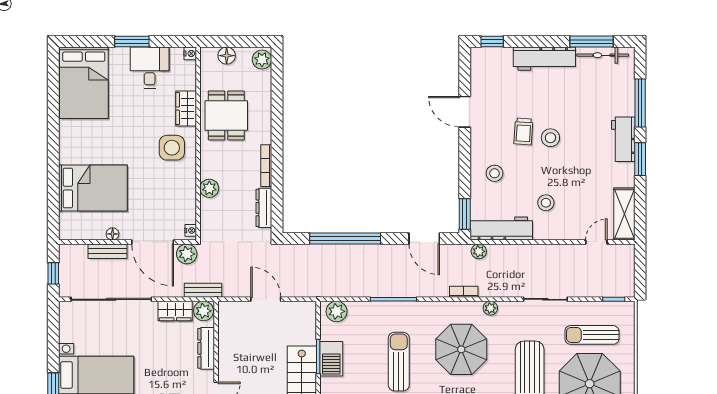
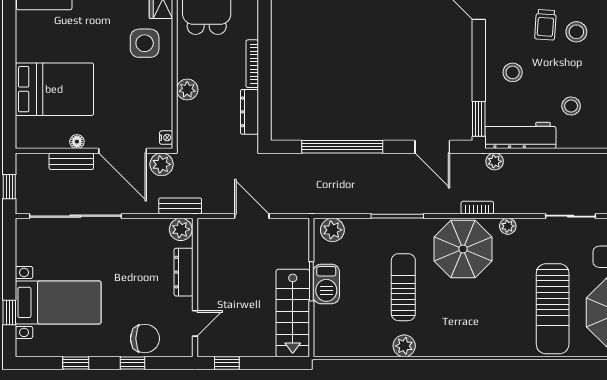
wardrobe: (175, 311) -> (148, 229), removed
parasol: (461, 349) -> (463, 249), moved

